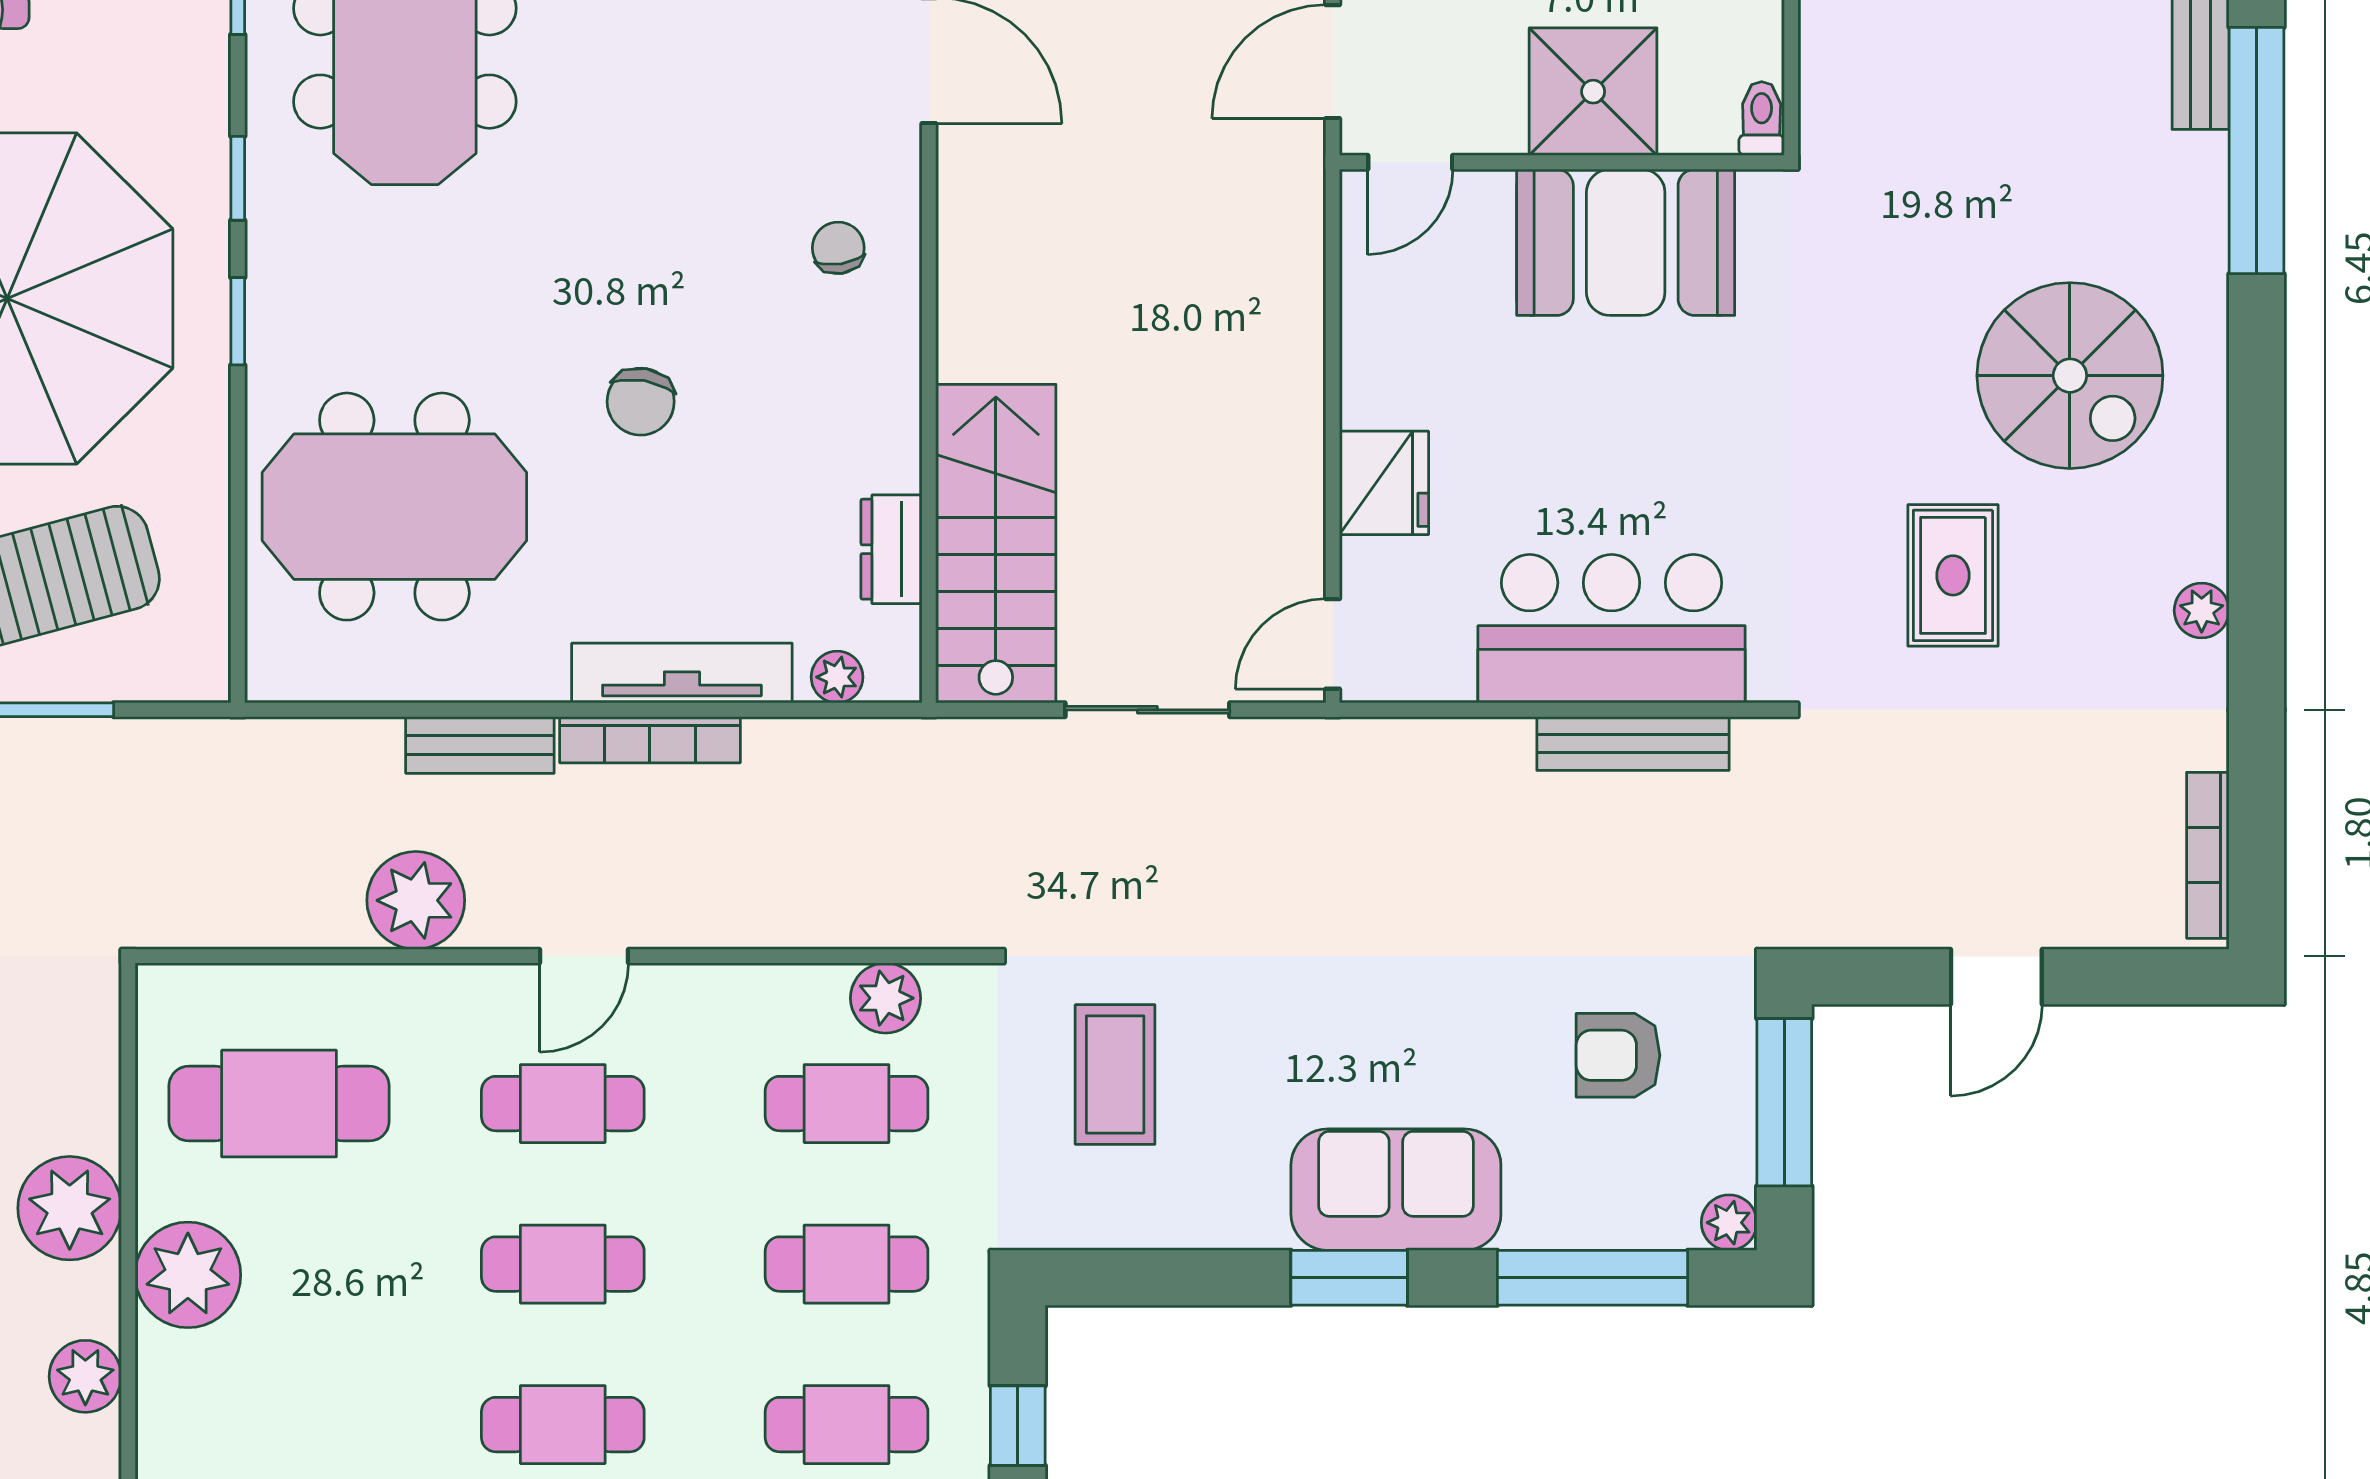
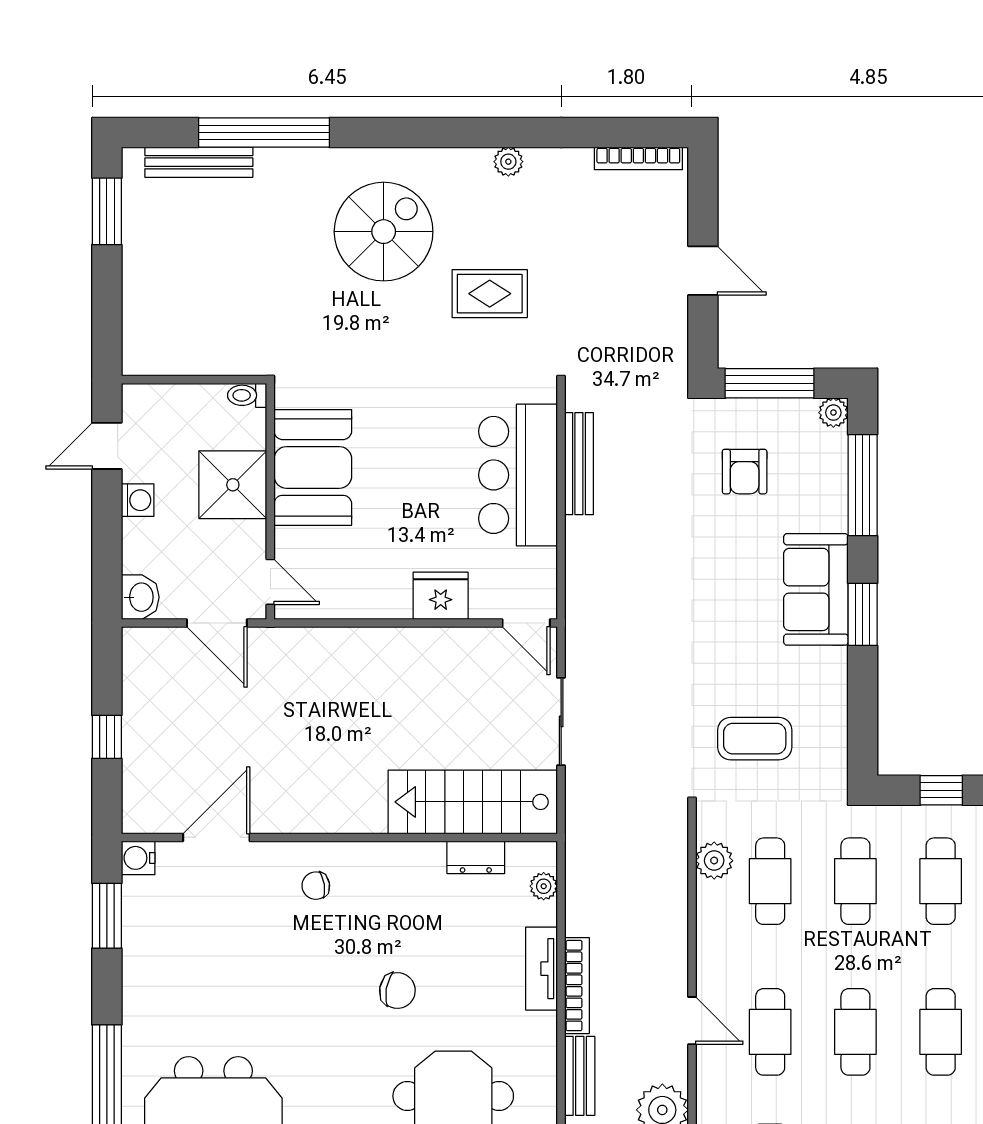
tv unit: (682, 673) -> (542, 969), width x0.71

